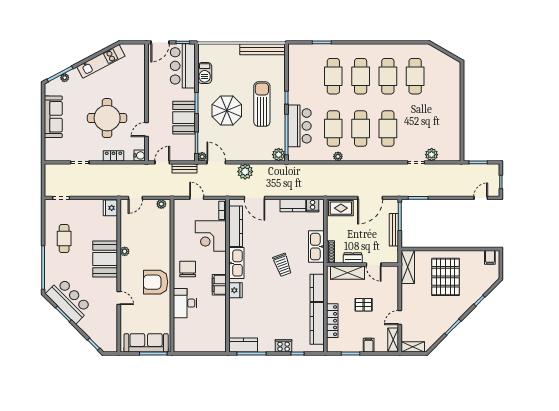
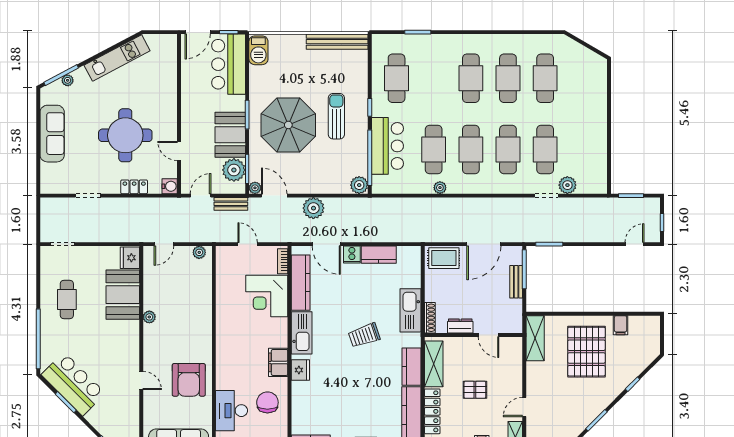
barbecue: (205, 73) -> (258, 50), moved
cafe table: (333, 76) -> (397, 78), moved
sun lounger: (262, 104) -> (336, 116), width x0.73, depth x0.75
parasol: (227, 110) -> (288, 125), width x1.36, depth x1.36
cafe table: (415, 128) -> (545, 150), added
door: (146, 130) -> (179, 151), hinge flipped
plant: (187, 144) -> (234, 170), added
cooker: (313, 206) -> (352, 255), moved
bench: (394, 230) -> (516, 282), width x0.73
filing cabinet: (490, 257) -> (621, 325), moved
booth: (105, 259) -> (123, 295), moved
trolley: (282, 265) -> (364, 335), turned 91
chair: (188, 269) -> (267, 402), moved
shelving: (347, 273) -> (434, 364), moved, turned 90
armchair: (156, 282) -> (189, 380), moved, turned -90
desk: (185, 303) -> (232, 411), moved

